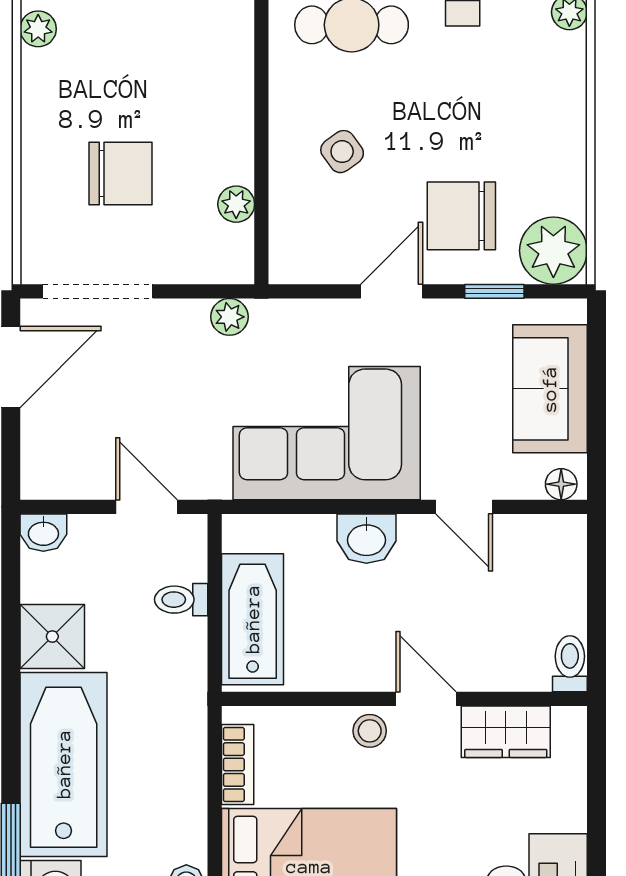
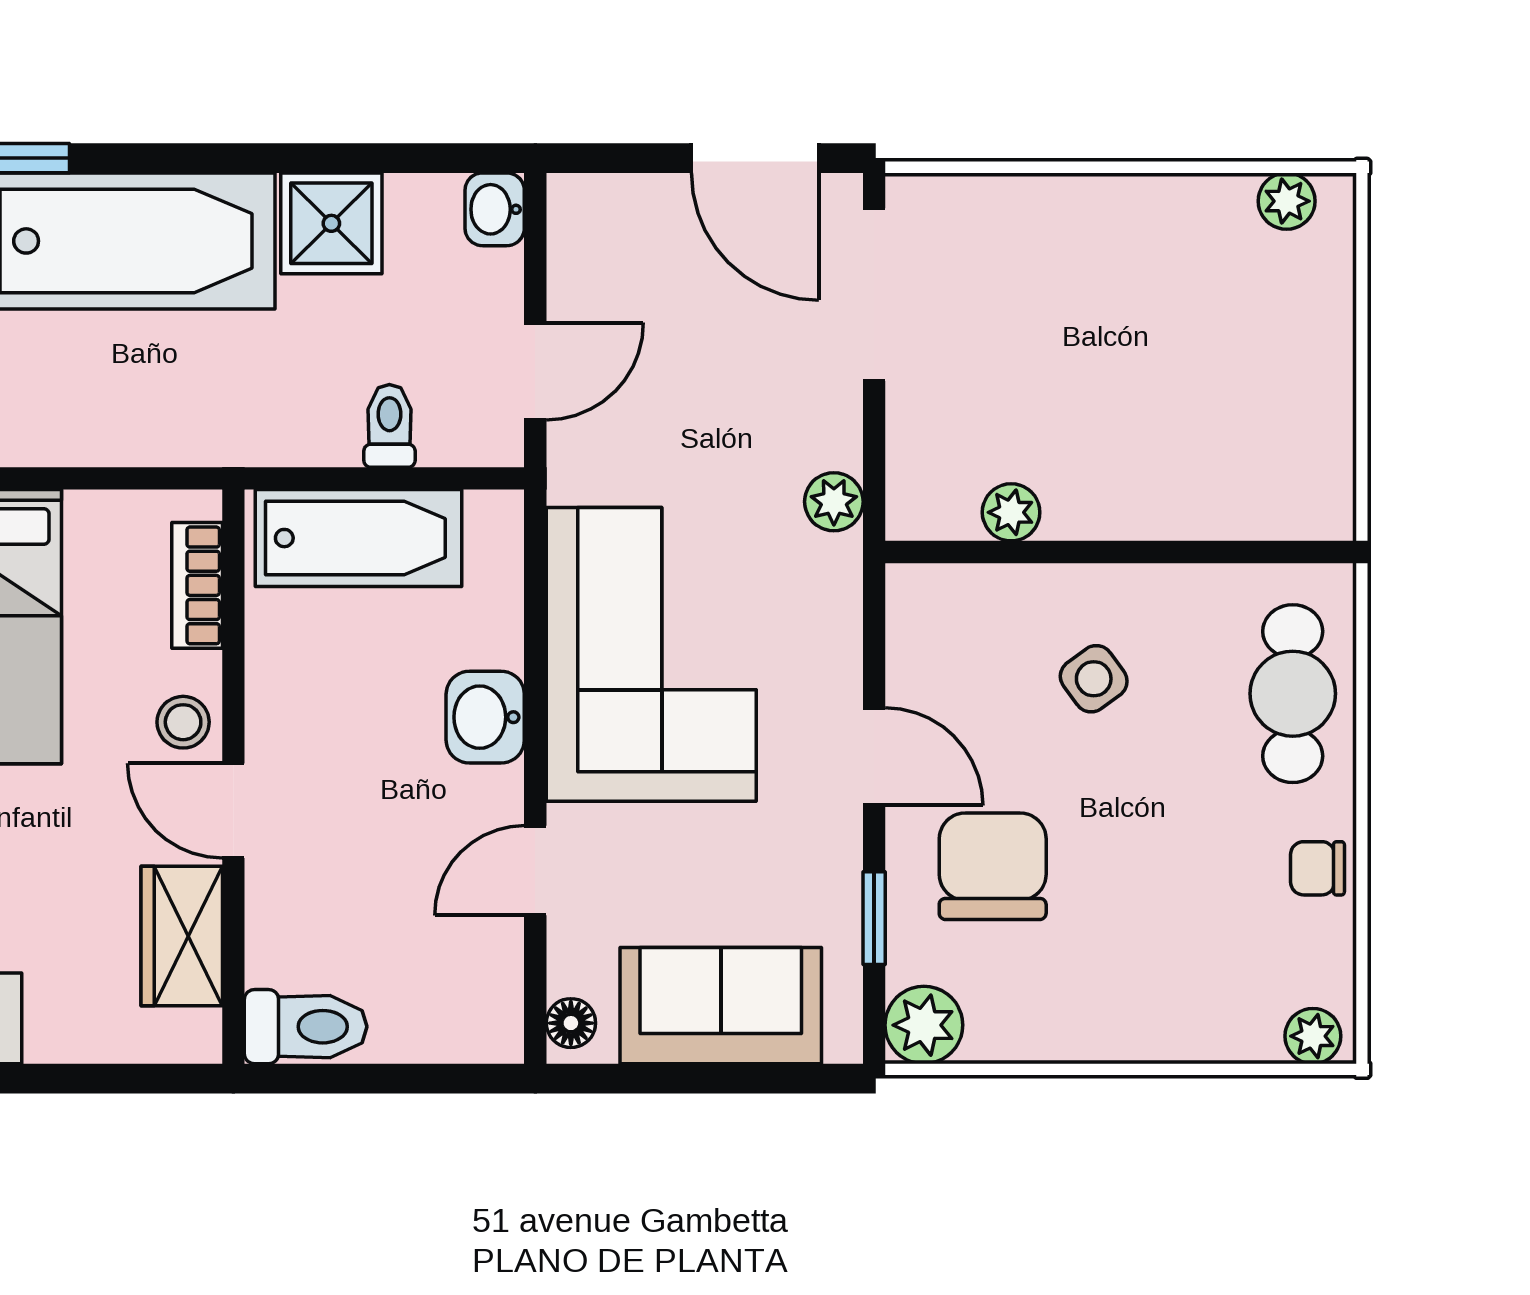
chair: (120, 173) -> (1059, 330), removed
plant: (553, 251) -> (924, 1025), width x0.73, depth x0.73
toilet: (570, 664) -> (306, 1027), width x1.37, depth x1.39
door: (426, 699) -> (233, 811), swing flipped
bookcase: (238, 764) -> (197, 585), moved, turned 90

